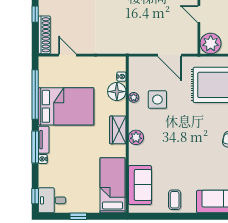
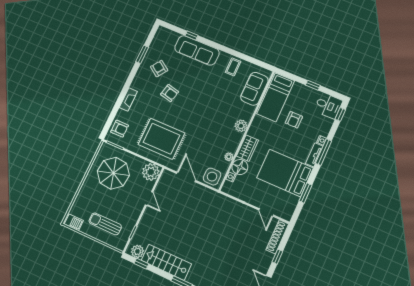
window: (35, 94) -> (306, 193), width x0.47
side table: (157, 100) -> (212, 177), moved
wardrobe: (118, 130) -> (248, 148), moved
armchair: (82, 169) -> (294, 120), added

